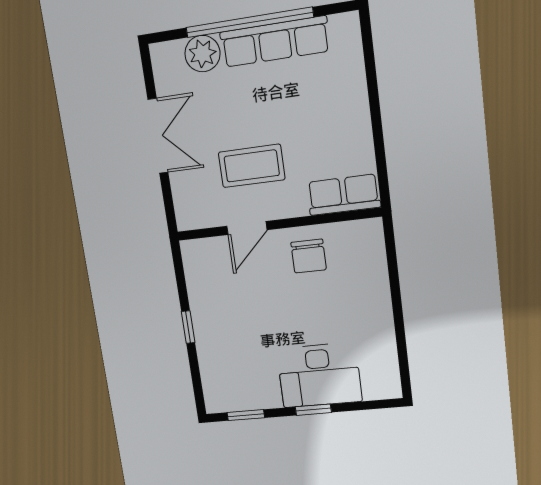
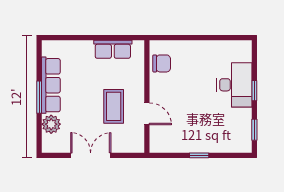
window: (249, 22) -> (39, 97), width x0.47
row of seats: (344, 195) -> (113, 49), moved, turned -90
chair: (309, 256) -> (162, 63), moved

